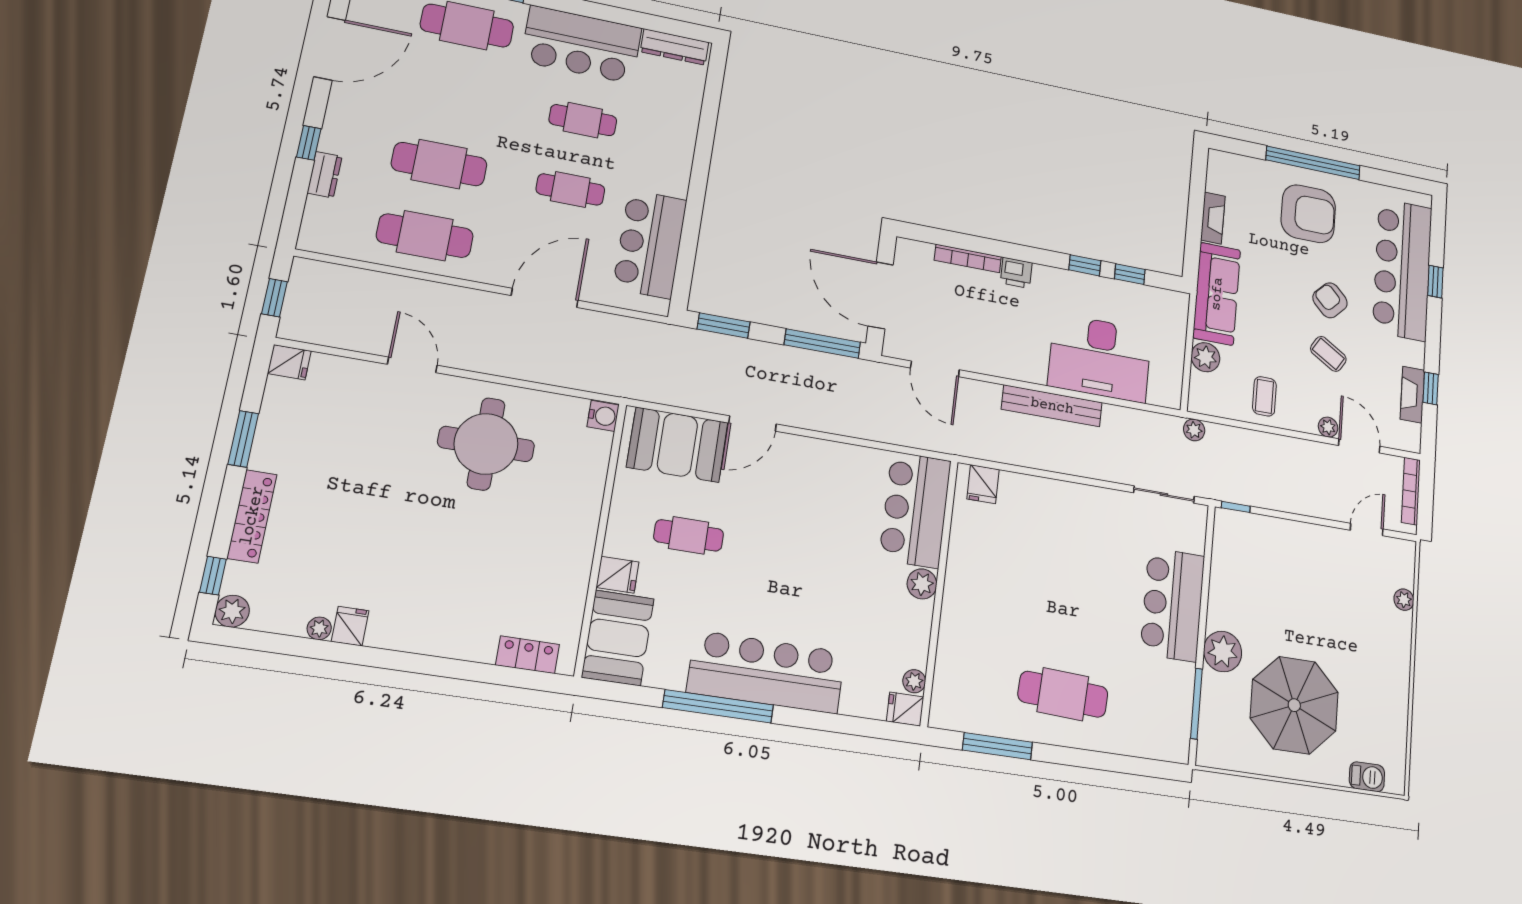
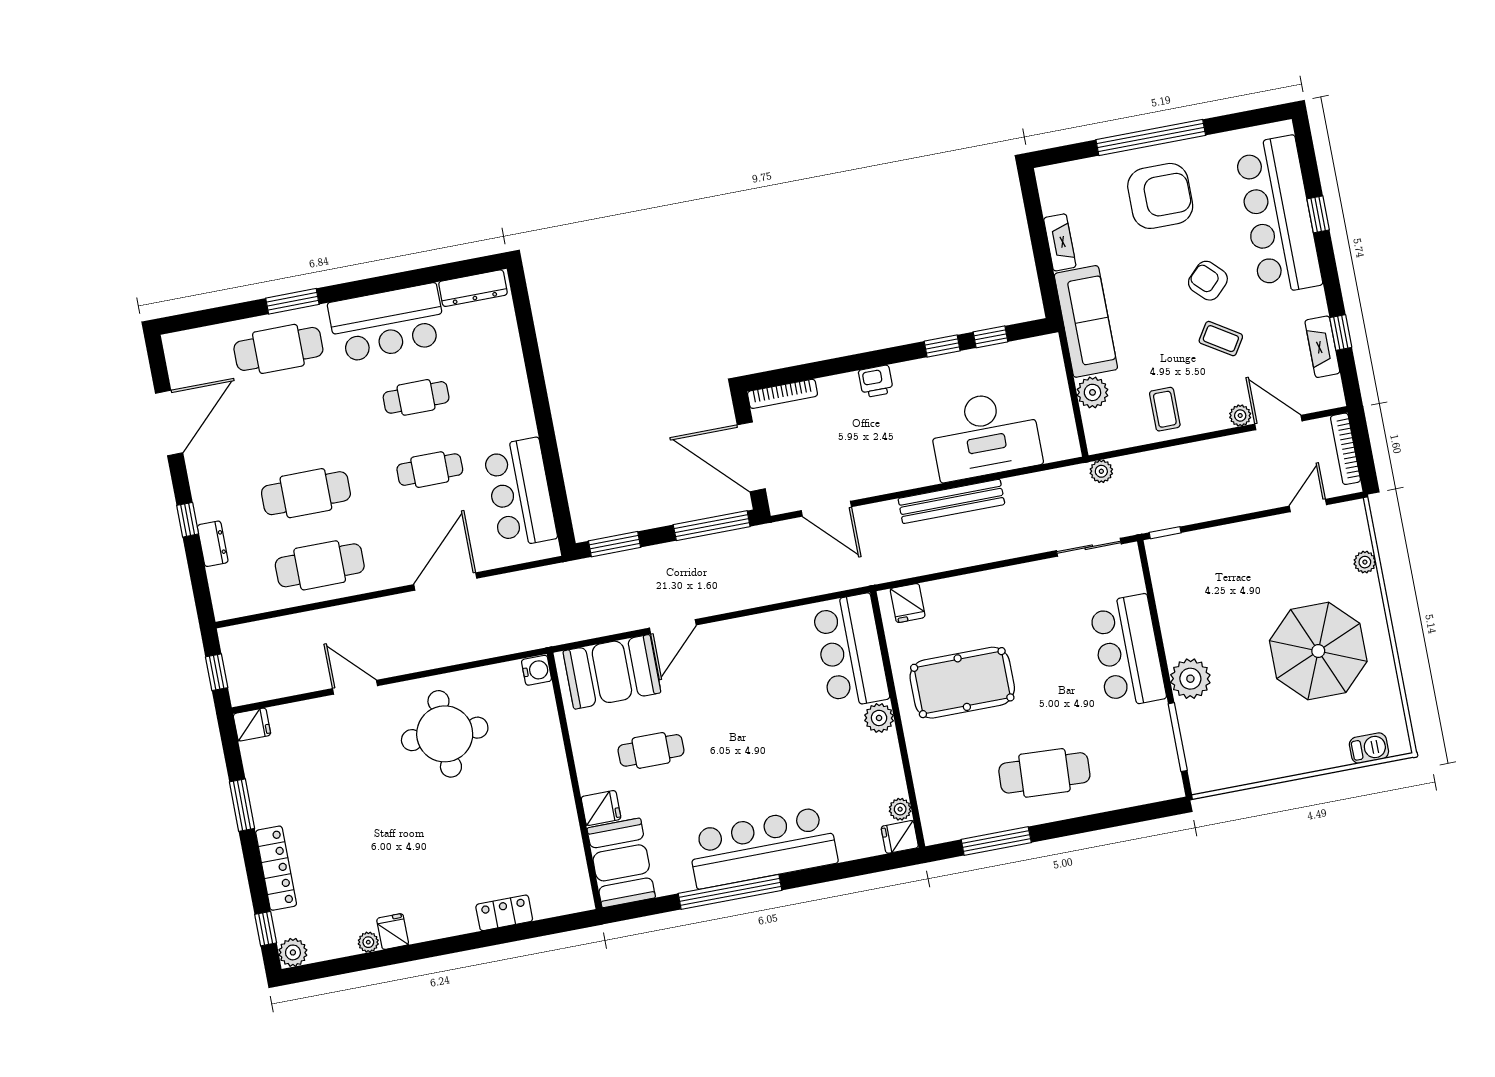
bookcase: (968, 258) -> (782, 394), moved
pool table: (1011, 578) -> (962, 683), added
locker: (528, 655) -> (504, 913), moved
parasol: (1294, 705) -> (1318, 651), moved

